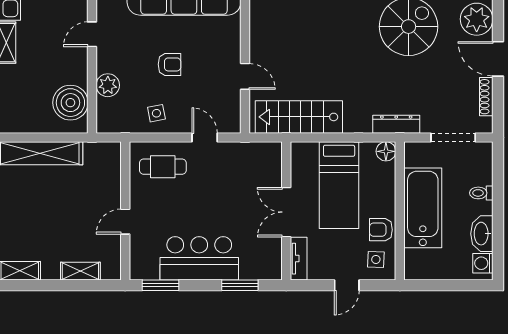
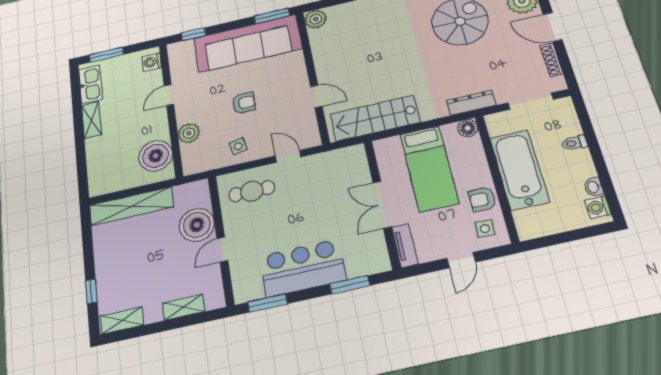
boiler: (103, 189) -> (197, 225), added
washbasin: (482, 234) -> (594, 187), width x0.52, depth x0.69

